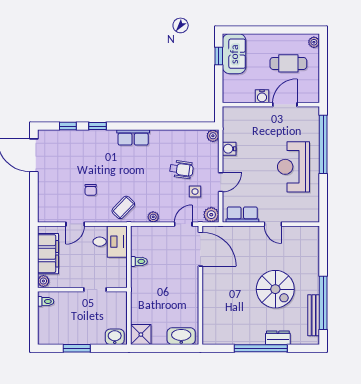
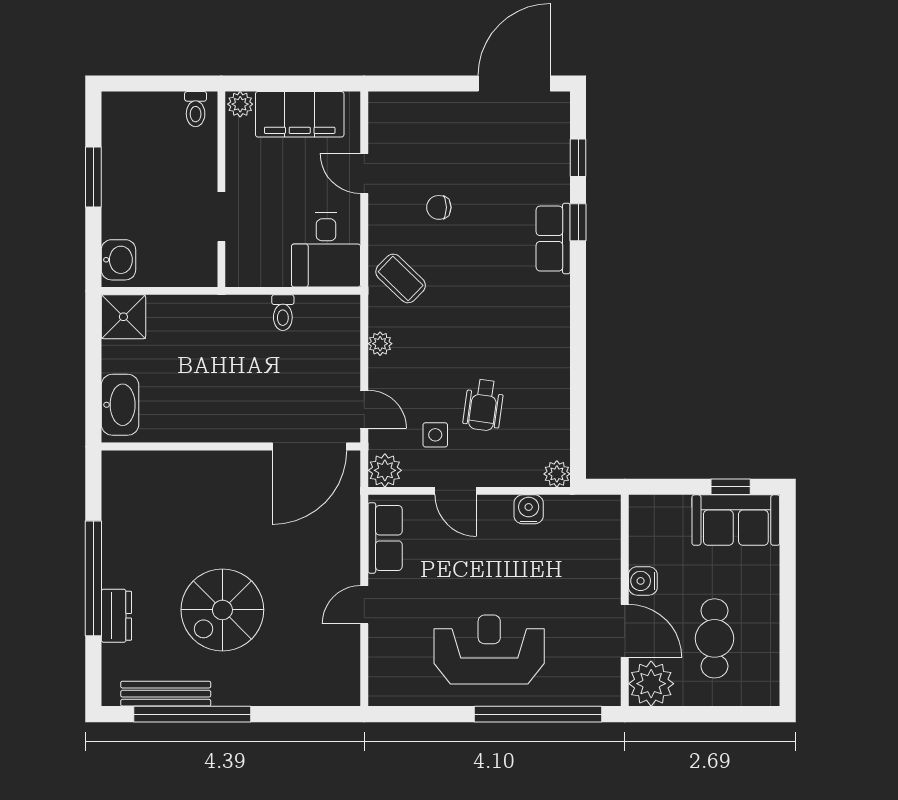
plant: (314, 42) -> (651, 684), moved, width x1.88, depth x1.88
row of seats: (133, 137) -> (553, 239), moved

